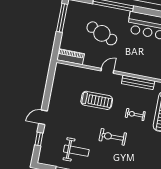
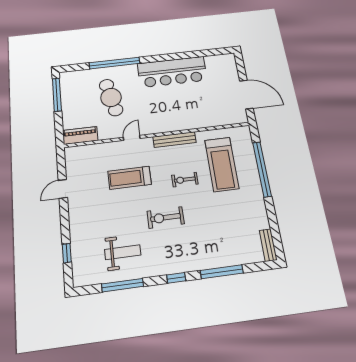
cafe table: (102, 33) -> (111, 97), turned 55
treadmill: (97, 100) -> (130, 178), turned 180
door: (43, 117) -> (63, 189), moved

